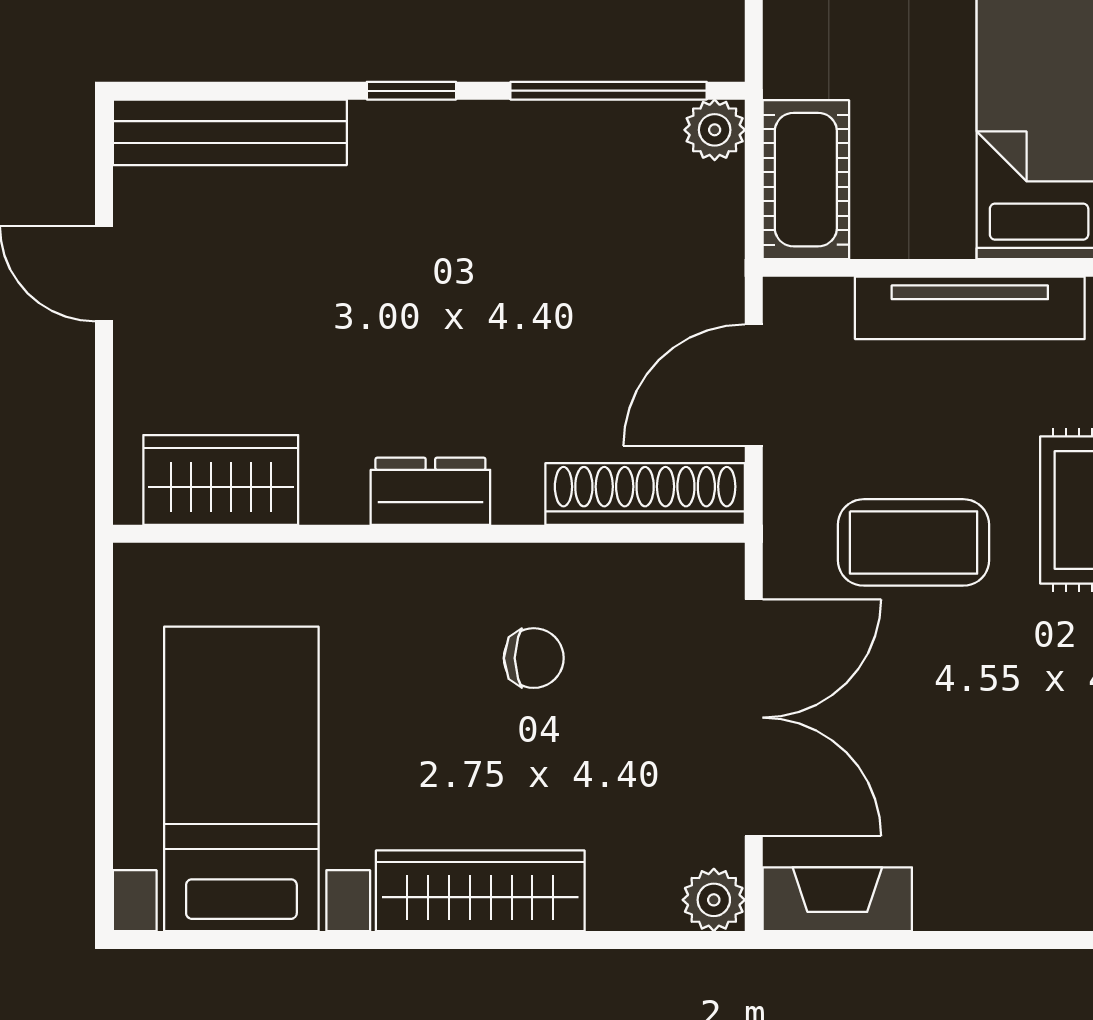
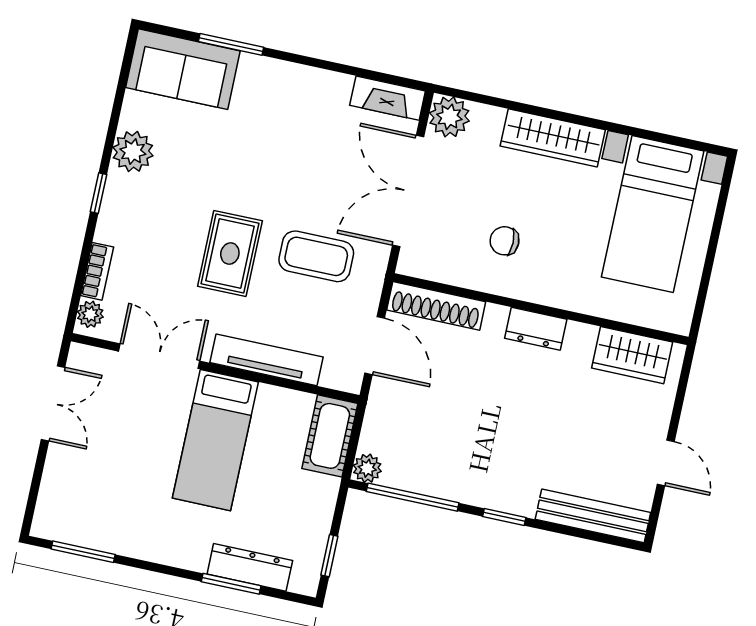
door: (754, 385) -> (375, 346), hinge flipped
plant: (714, 900) -> (449, 117), width x1.38, depth x1.38

